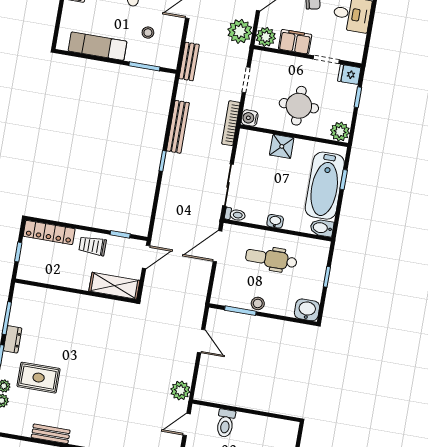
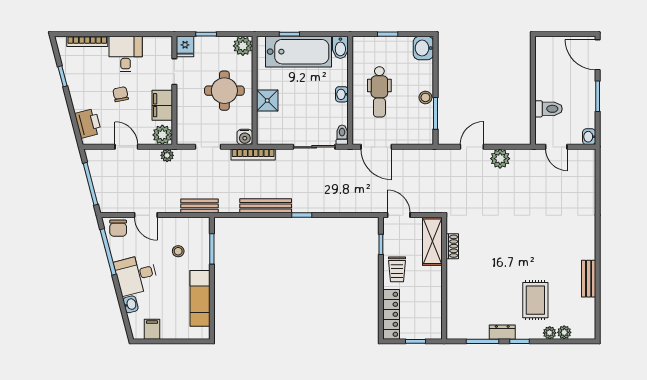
plant: (240, 31) -> (167, 155), width x0.53, depth x0.53
shoe rack: (106, 305) -> (452, 246), added
plant: (180, 390) -> (500, 159), moved

